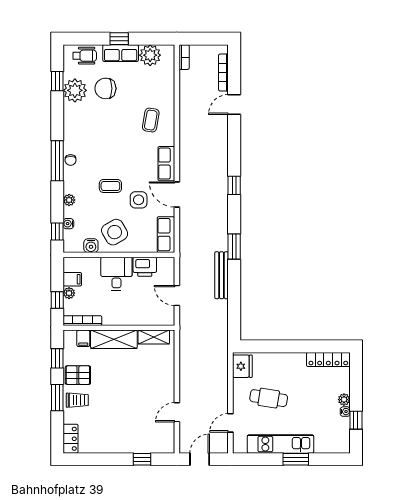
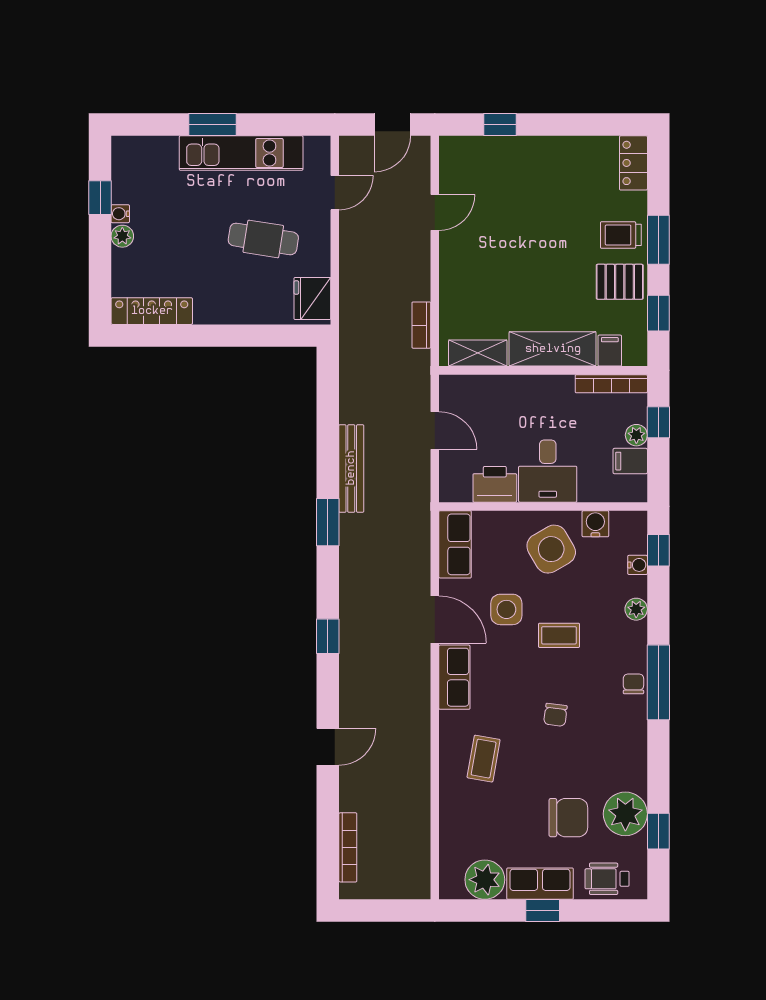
bookcase: (184, 57) -> (421, 325), moved
door: (234, 104) -> (328, 747), moved
chair: (112, 143) -> (555, 715), added

